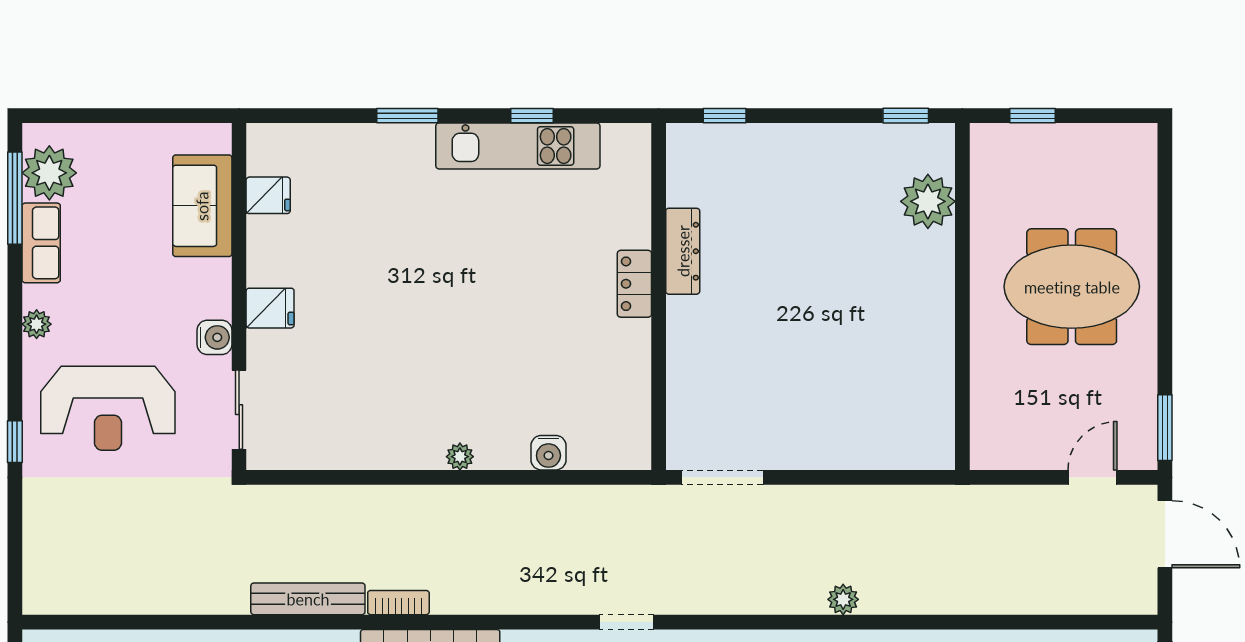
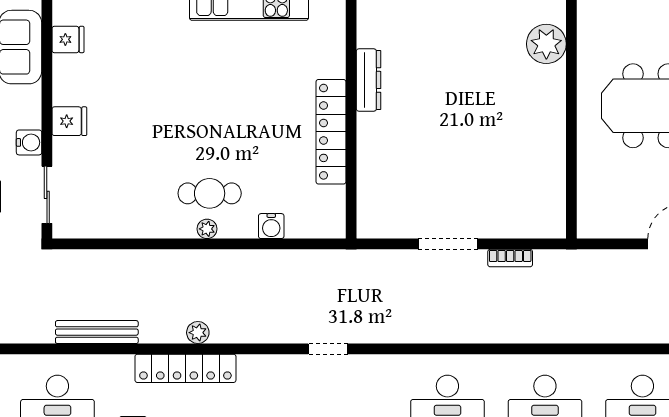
locker: (634, 284) -> (331, 132), width x2.16, depth x1.21
cafe table: (463, 408) -> (210, 193), added
doorway: (722, 477) -> (448, 244), moved
plant: (843, 599) -> (198, 333), moved
bookcase: (398, 603) -> (510, 258), moved, turned 180

